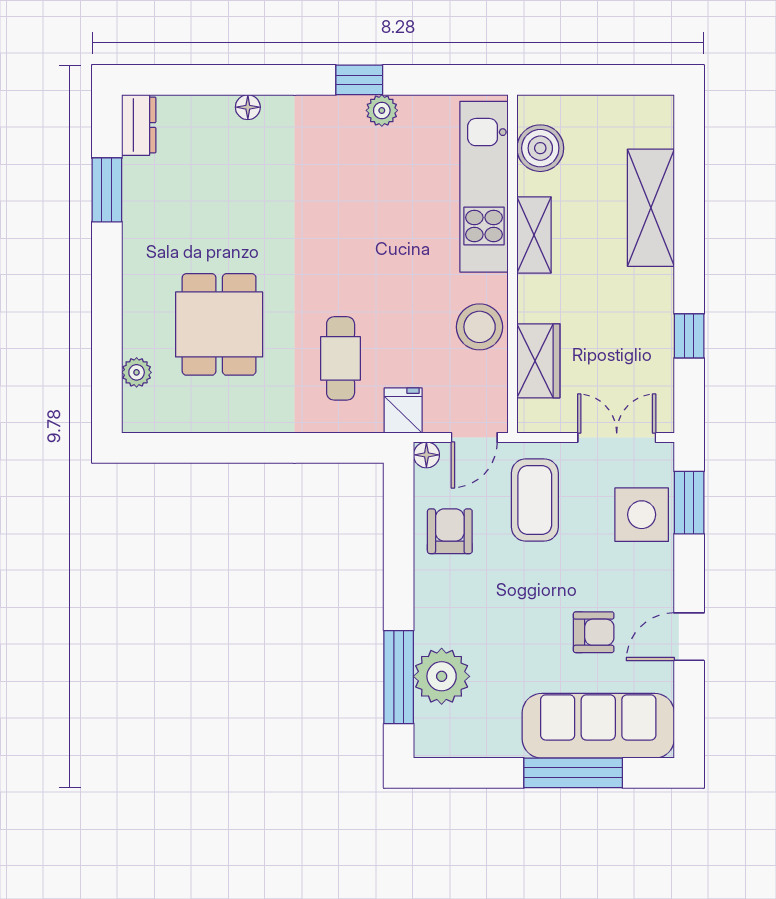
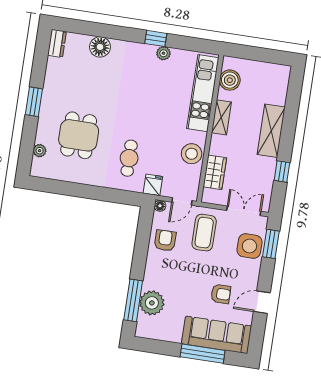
floor lamp: (248, 107) -> (100, 47), width x1.89, depth x1.89
window: (107, 190) -> (34, 102), moved
shelving: (651, 208) -> (271, 131), moved

